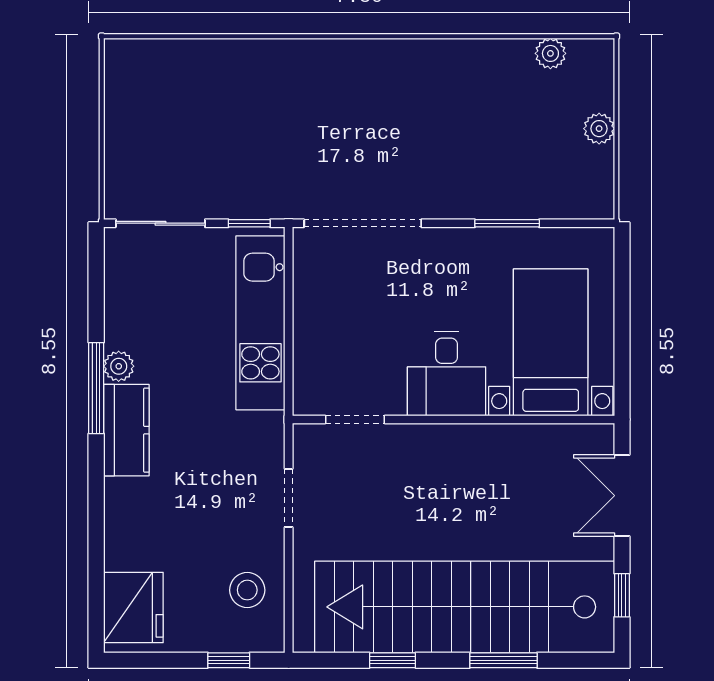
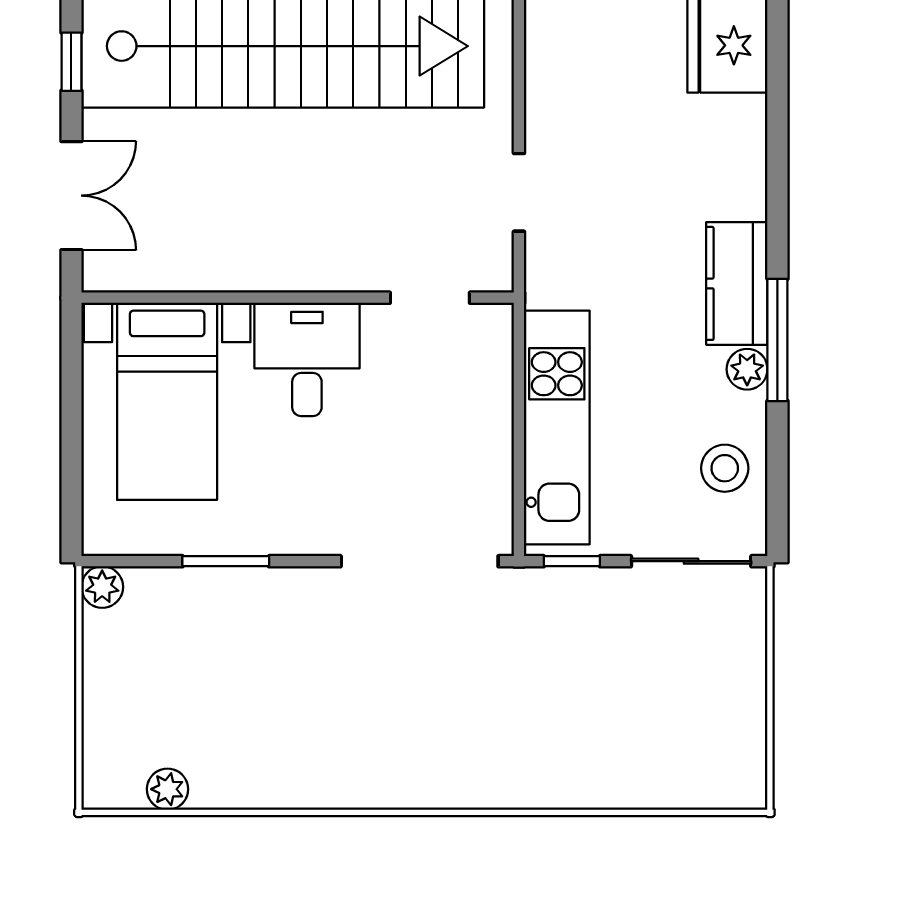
plant: (599, 129) -> (102, 587), moved
stool: (247, 590) -> (725, 468), moved

